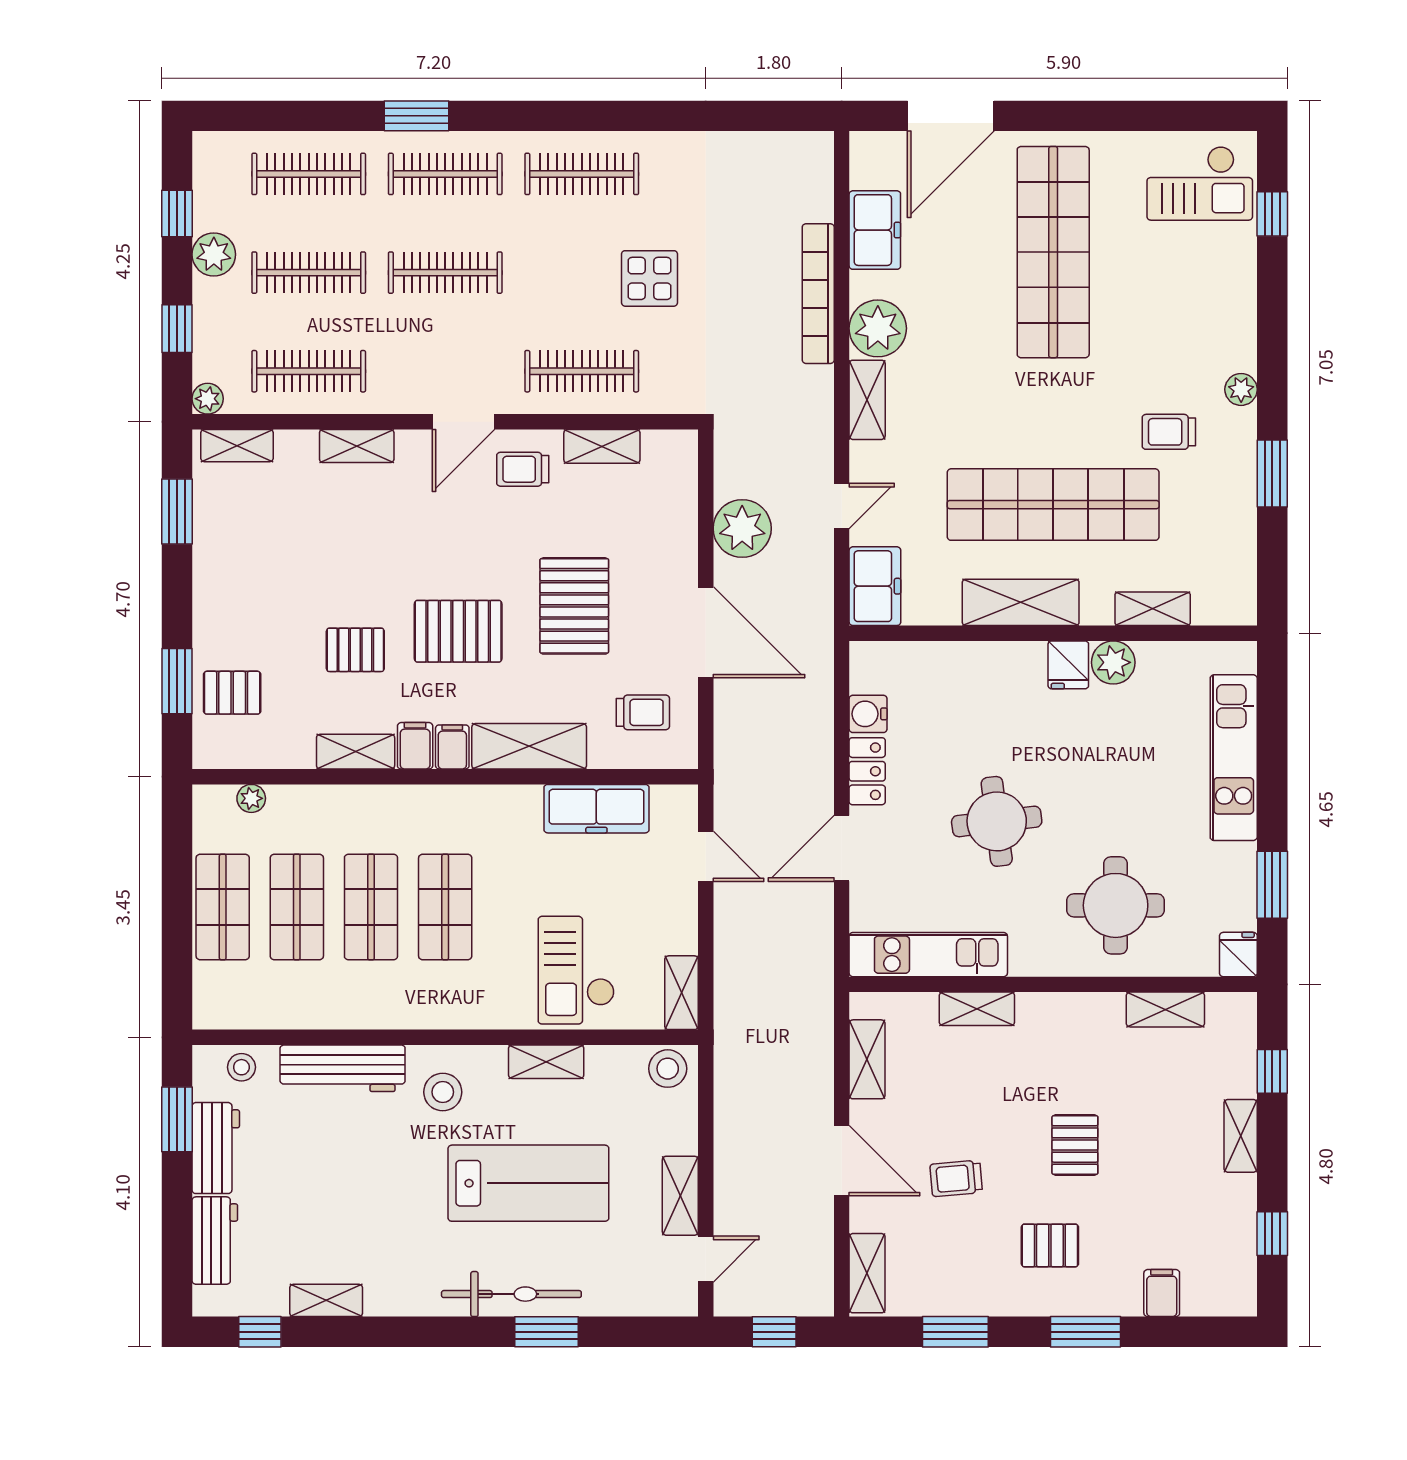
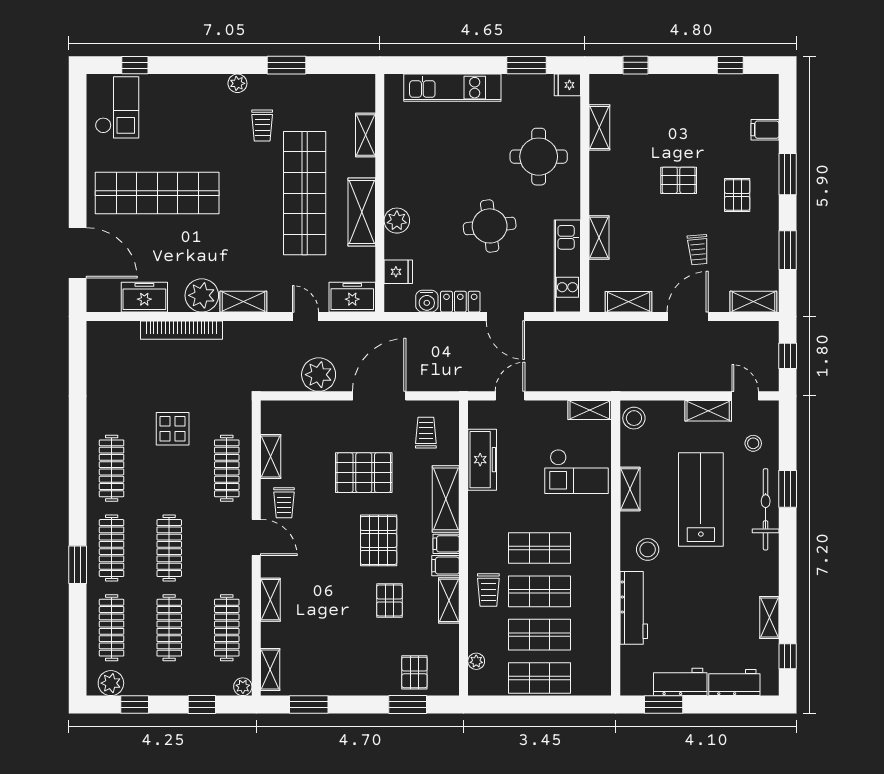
plant: (214, 254) -> (111, 683), moved
plant: (1113, 662) -> (397, 221), moved
fridge: (1068, 665) -> (398, 272), moved
trolley: (373, 819) -> (488, 590), added
stool: (241, 1067) -> (753, 443), moved
shelving: (1241, 1136) -> (673, 84), removed

